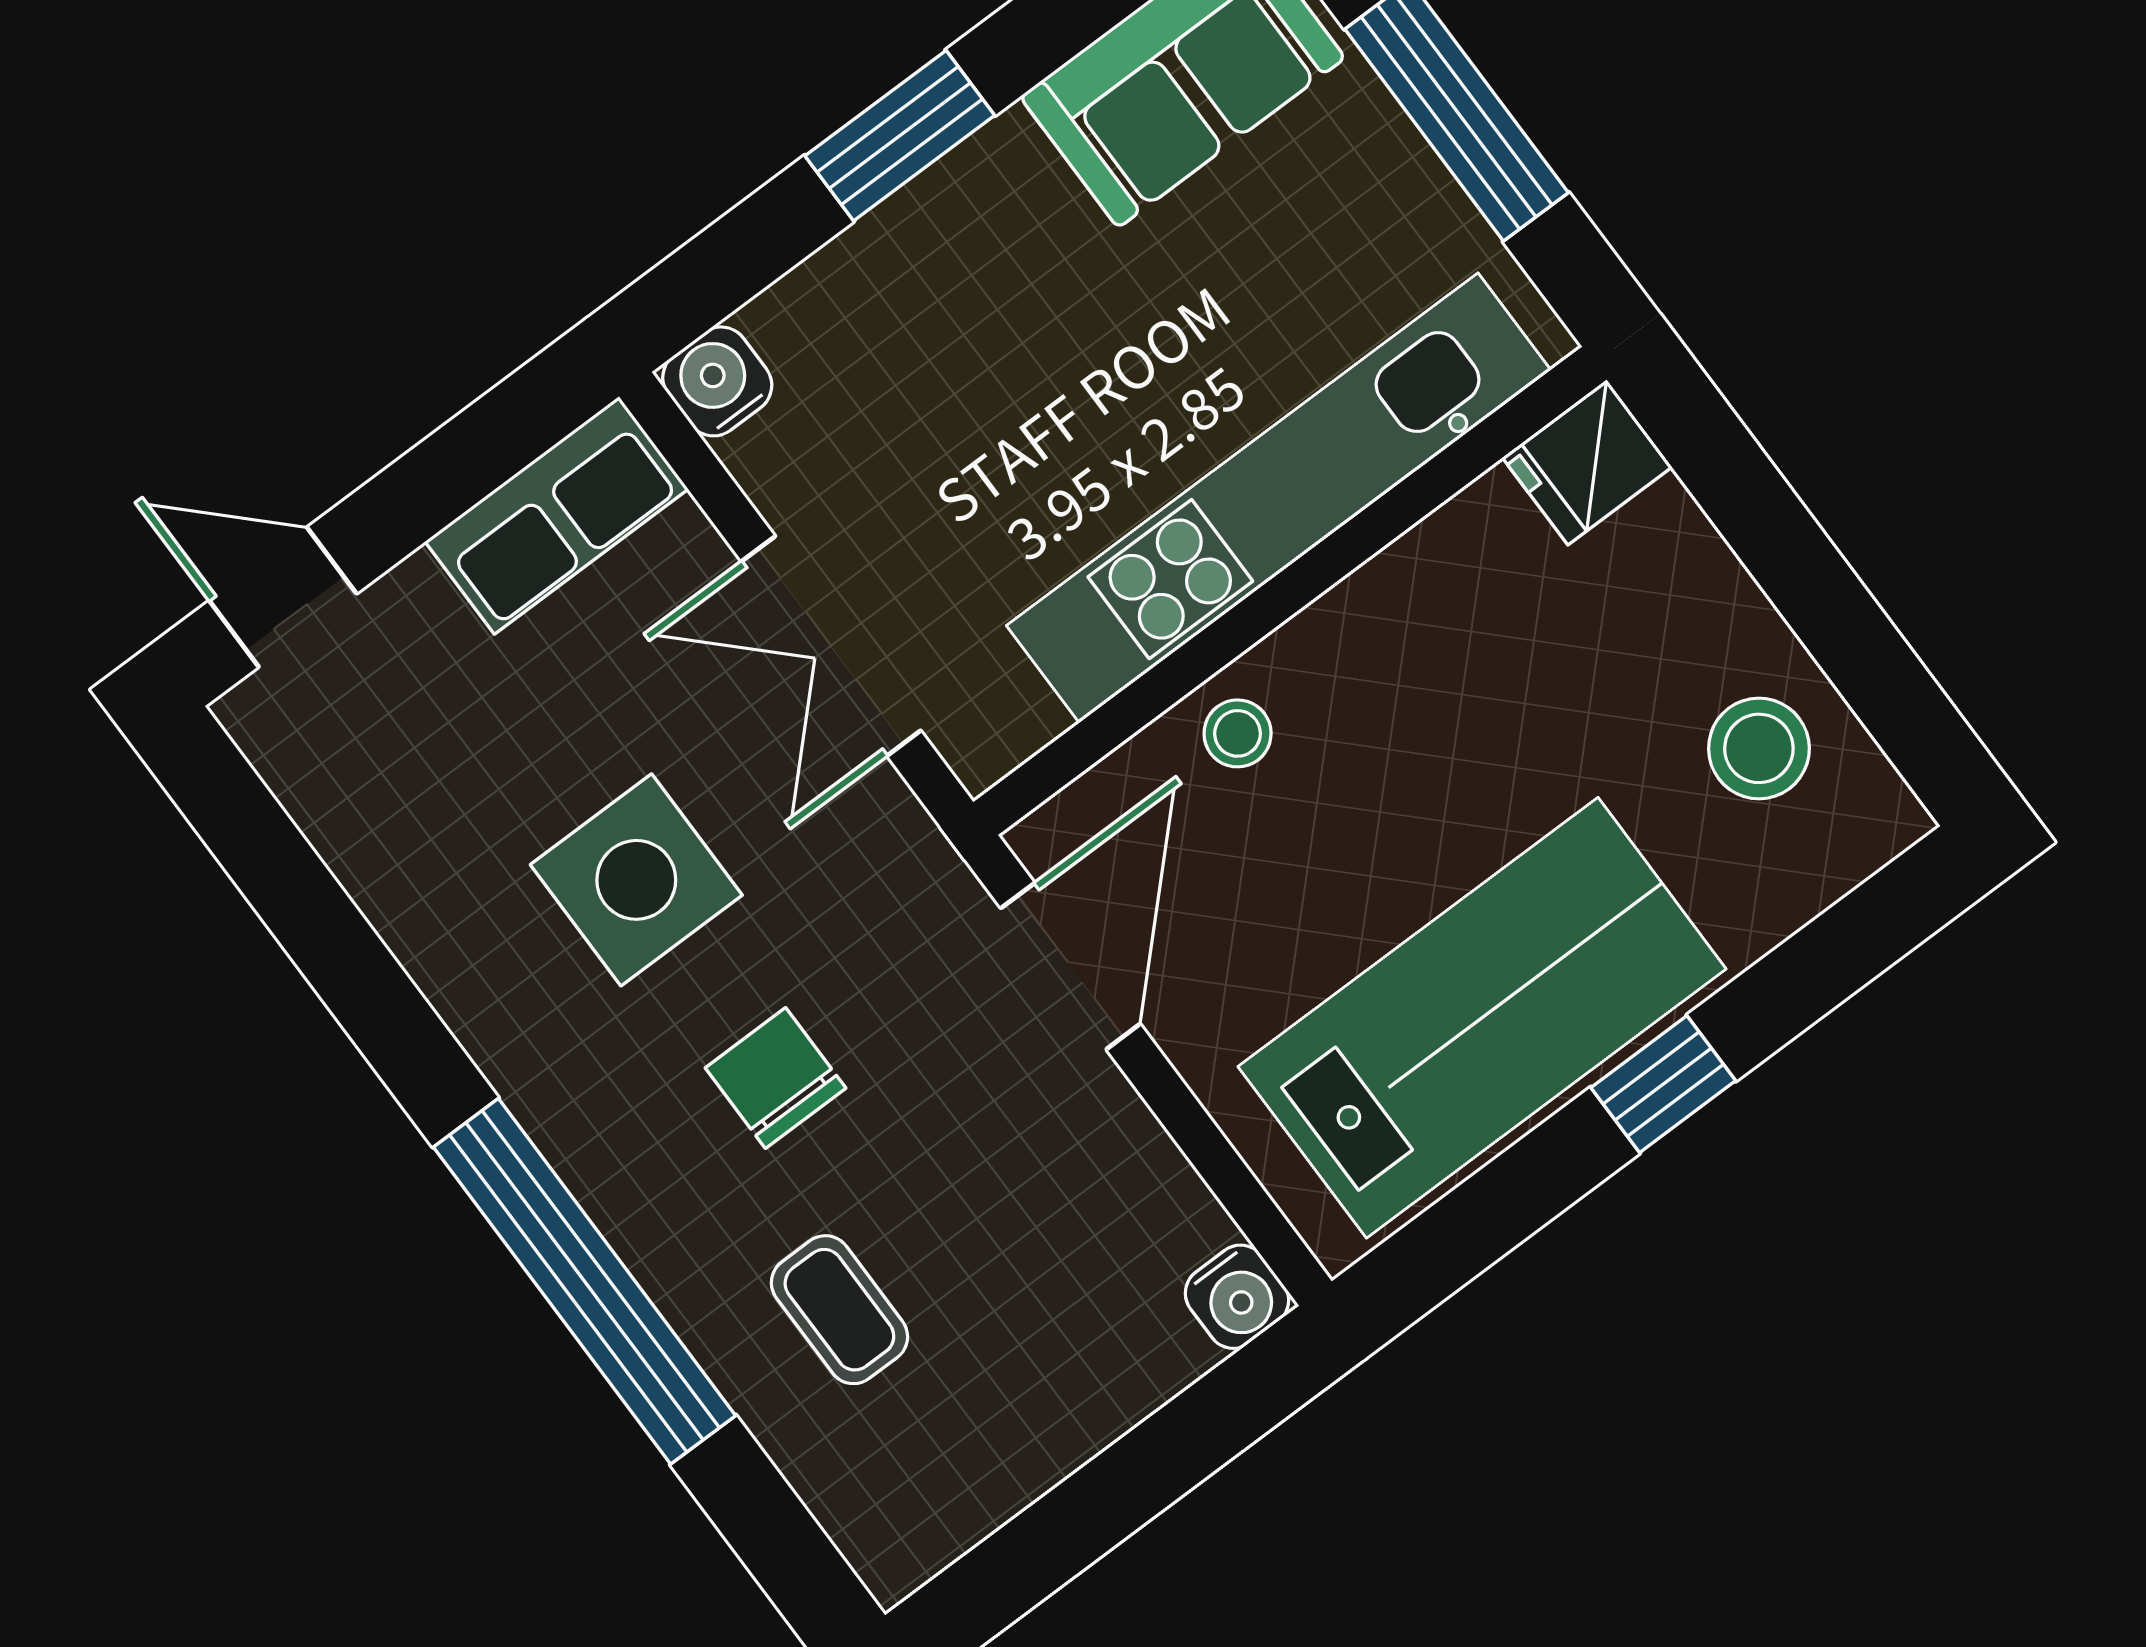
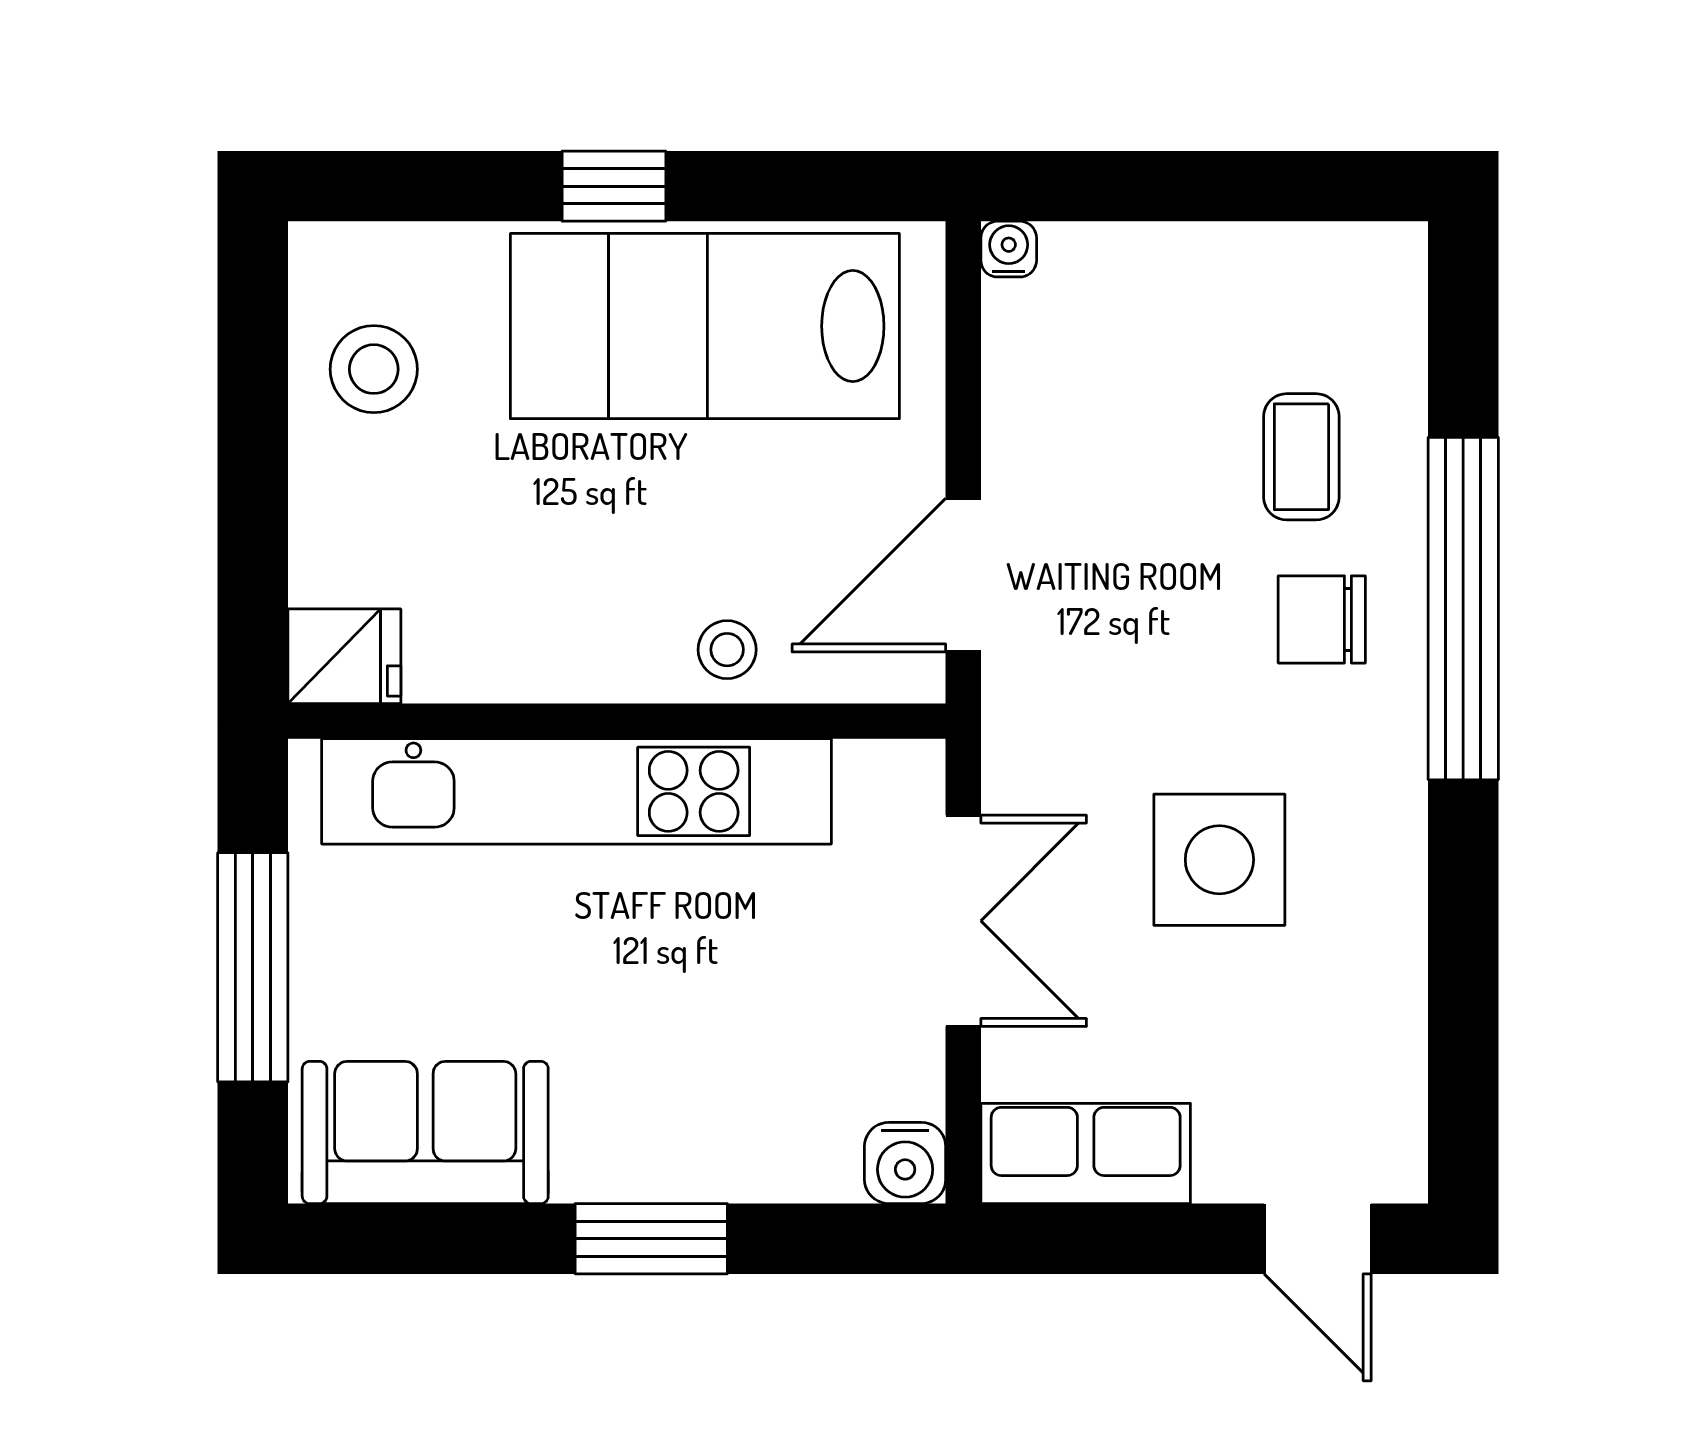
chair: (776, 1078) -> (1322, 619), moved, turned 90
water cooler: (1237, 1297) -> (1009, 249), width x0.72, depth x0.72

